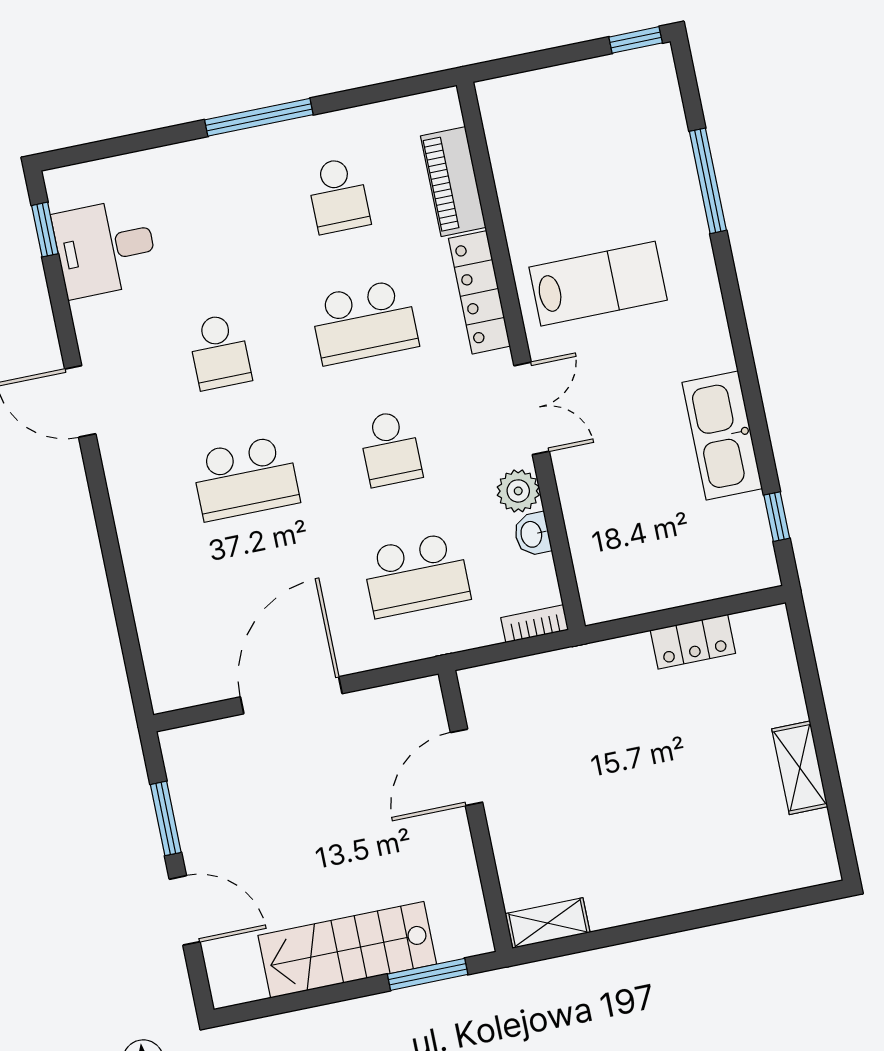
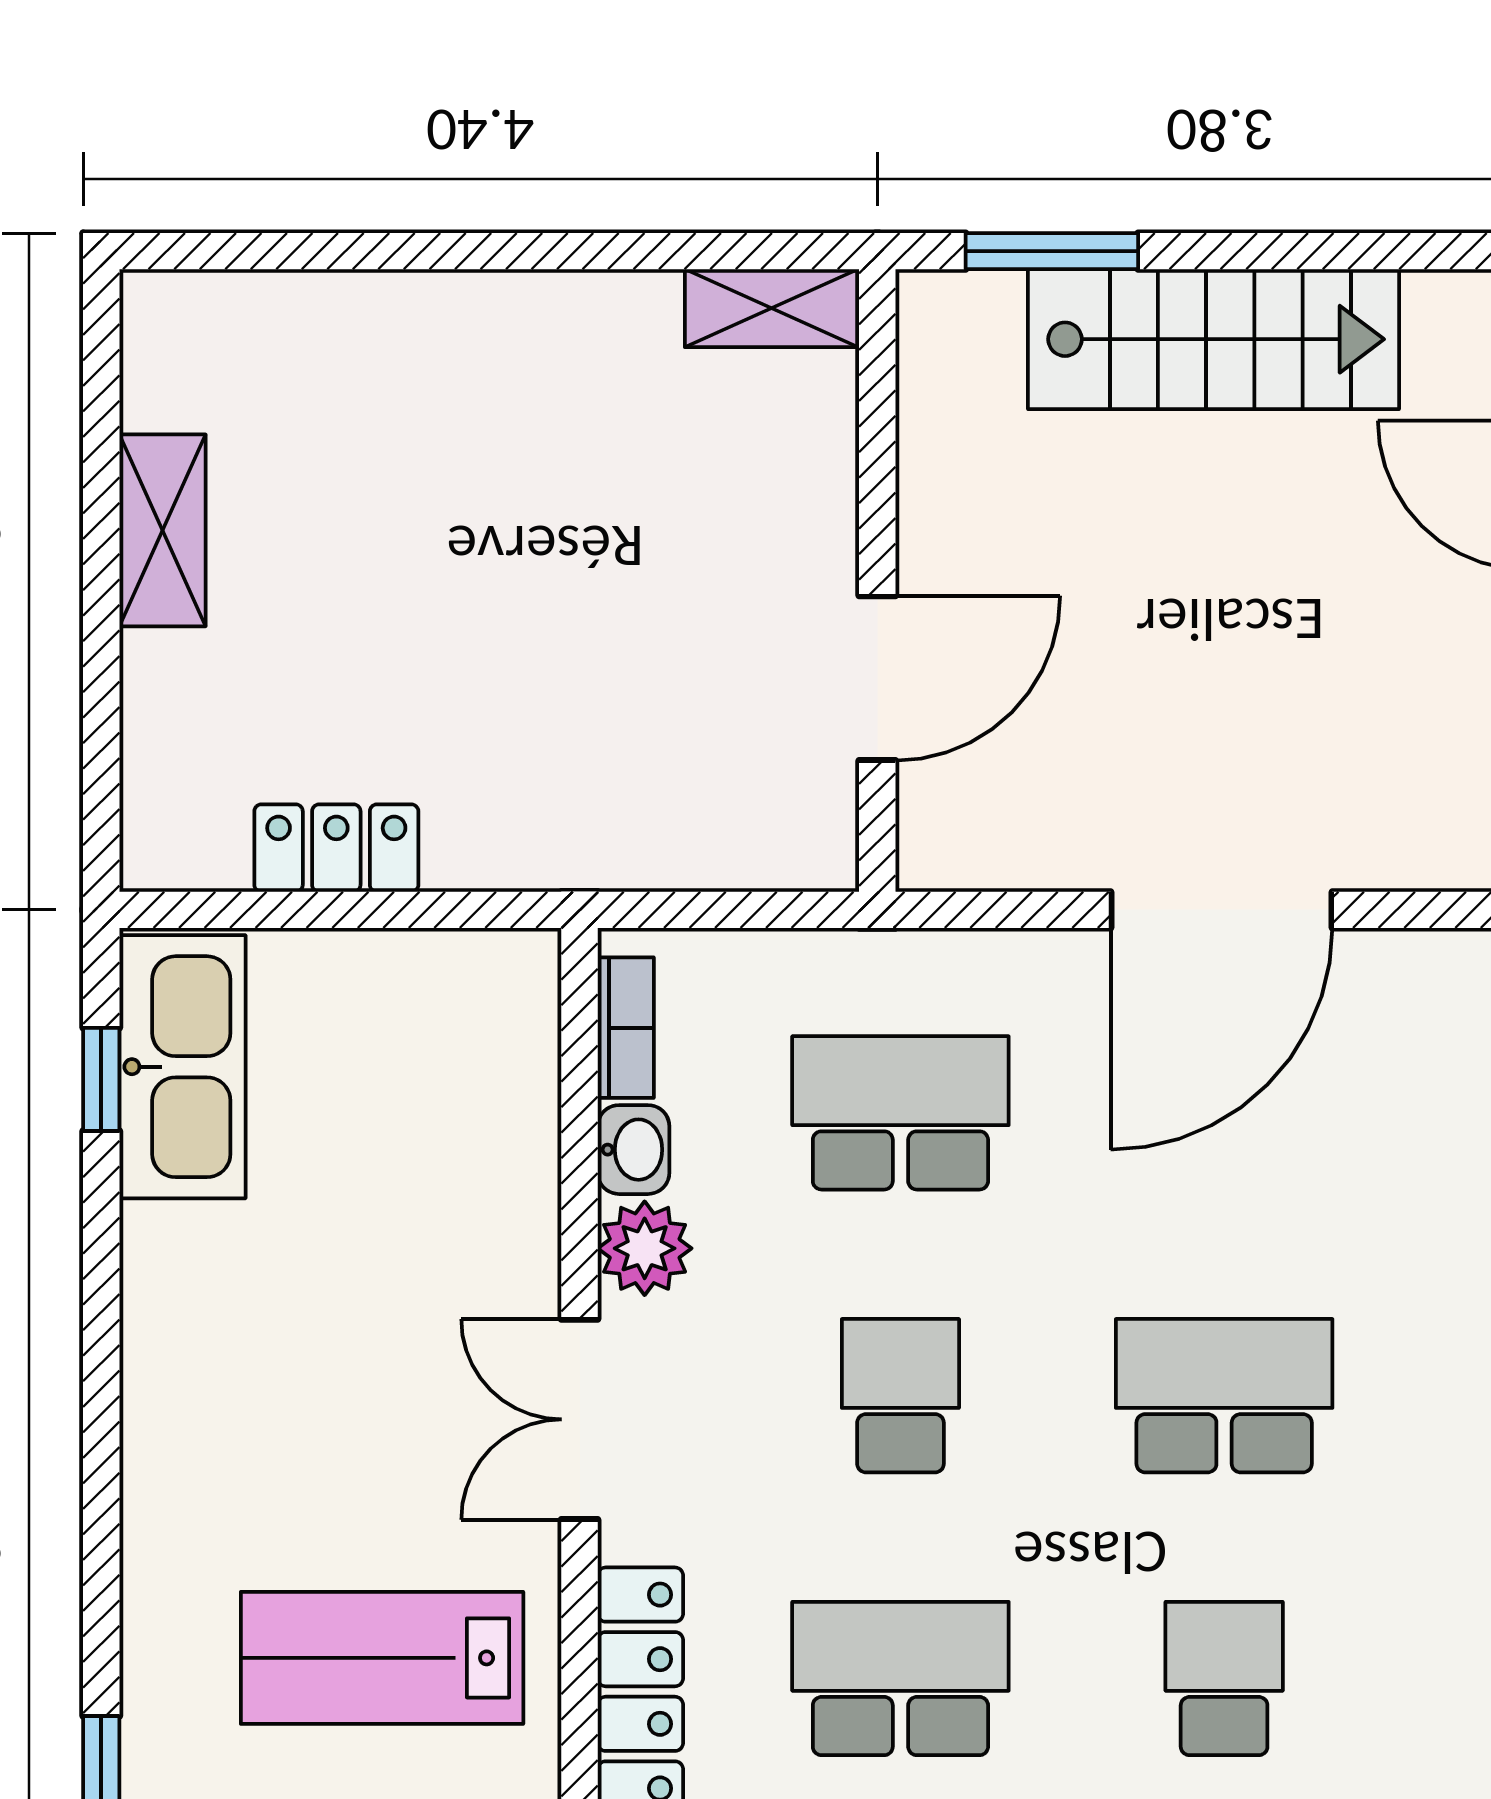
kitchen sink: (722, 435) -> (182, 1067), moved
bookcase: (535, 624) -> (626, 1028), moved, turned -90

